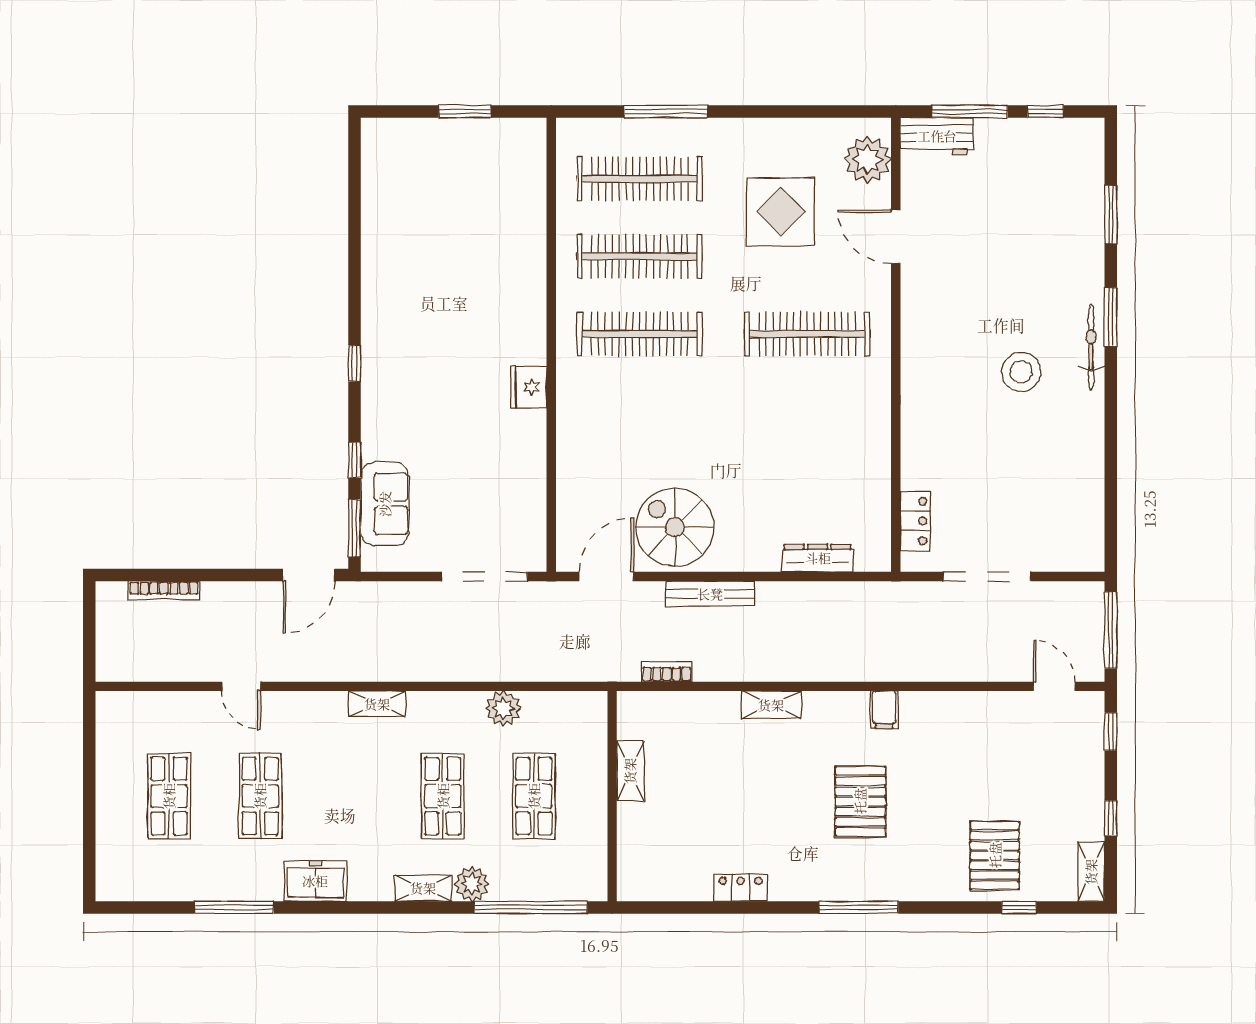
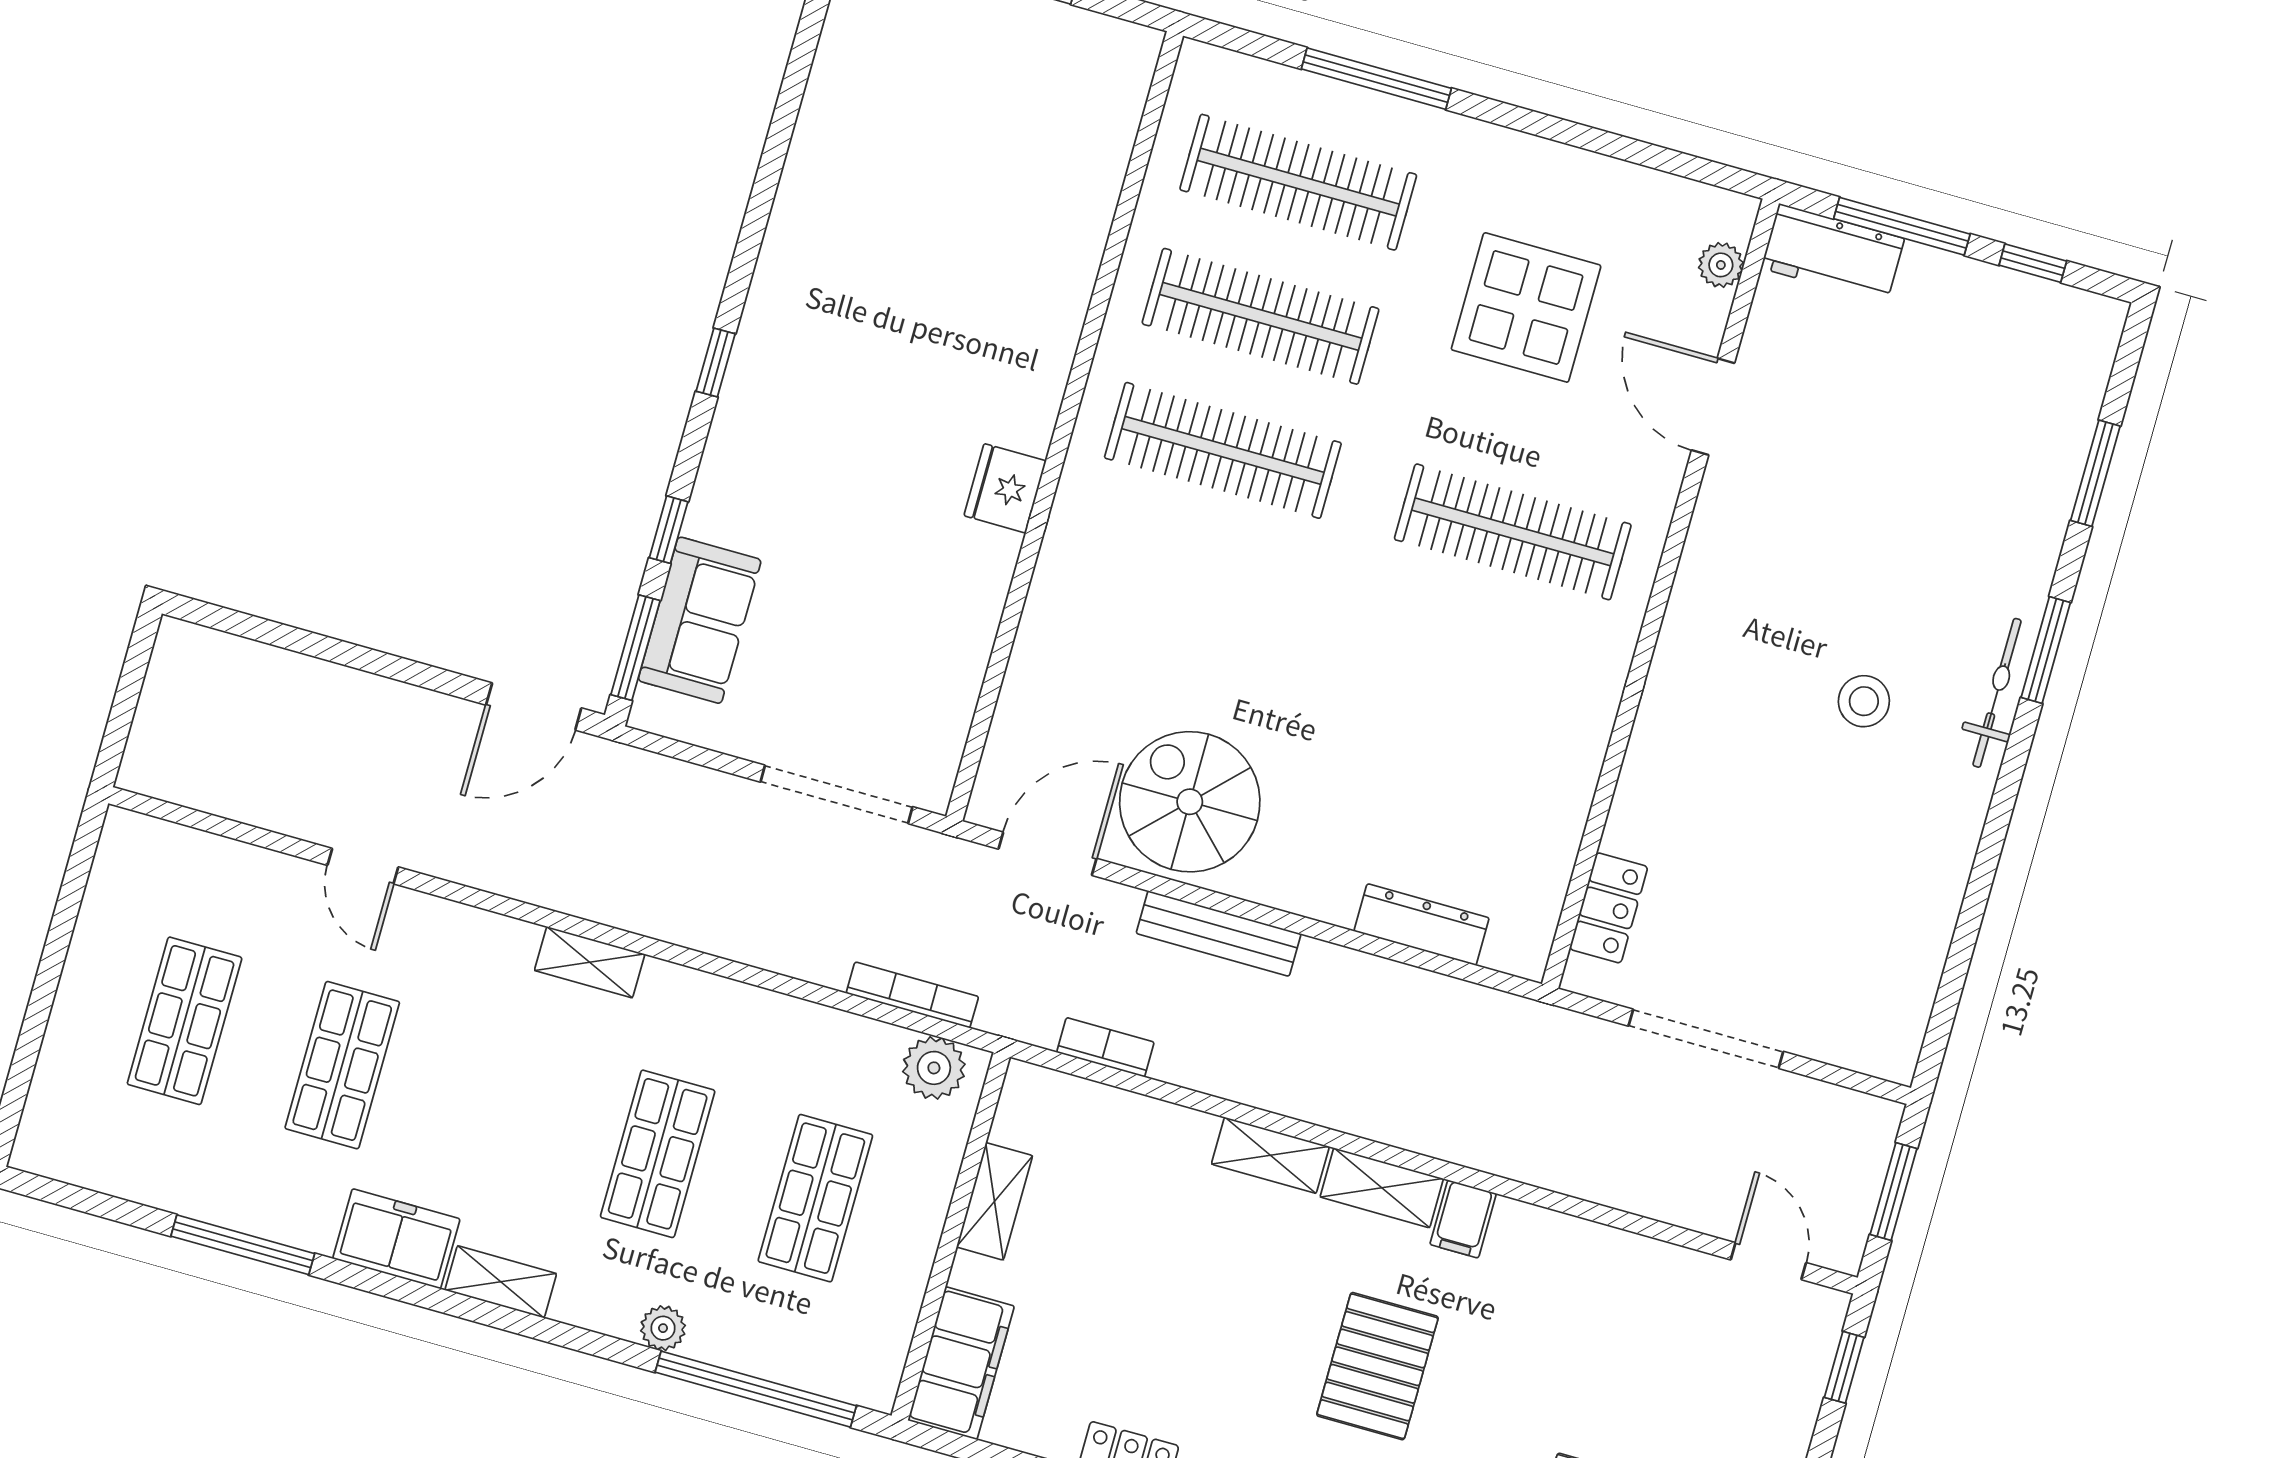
plant: (868, 160) -> (1721, 265), width x0.53, depth x0.53
stool: (1021, 372) -> (1864, 701), width x0.73, depth x0.73
bookcase: (164, 590) -> (912, 995), moved, turned 180
window: (1111, 630) -> (1894, 1191), width x0.69
shelving: (836, 705) -> (1382, 1188), added
plant: (503, 708) -> (934, 1068), moved
filing cabinet: (637, 863) -> (961, 1363), added
plant: (472, 884) -> (663, 1328), width x0.73, depth x0.73
shelving: (423, 888) -> (501, 1282), moved

